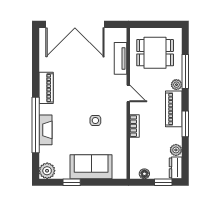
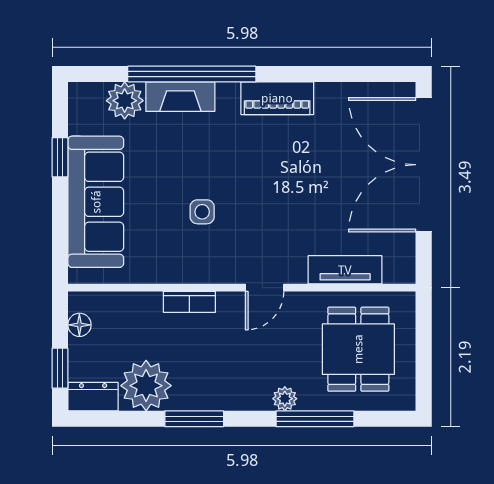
piano: (174, 109) -> (229, 392), removed
plant: (176, 150) -> (146, 386), width x1.87, depth x1.87
sofa: (91, 167) -> (96, 202), width x1.36
plant: (47, 171) -> (125, 101), moved

